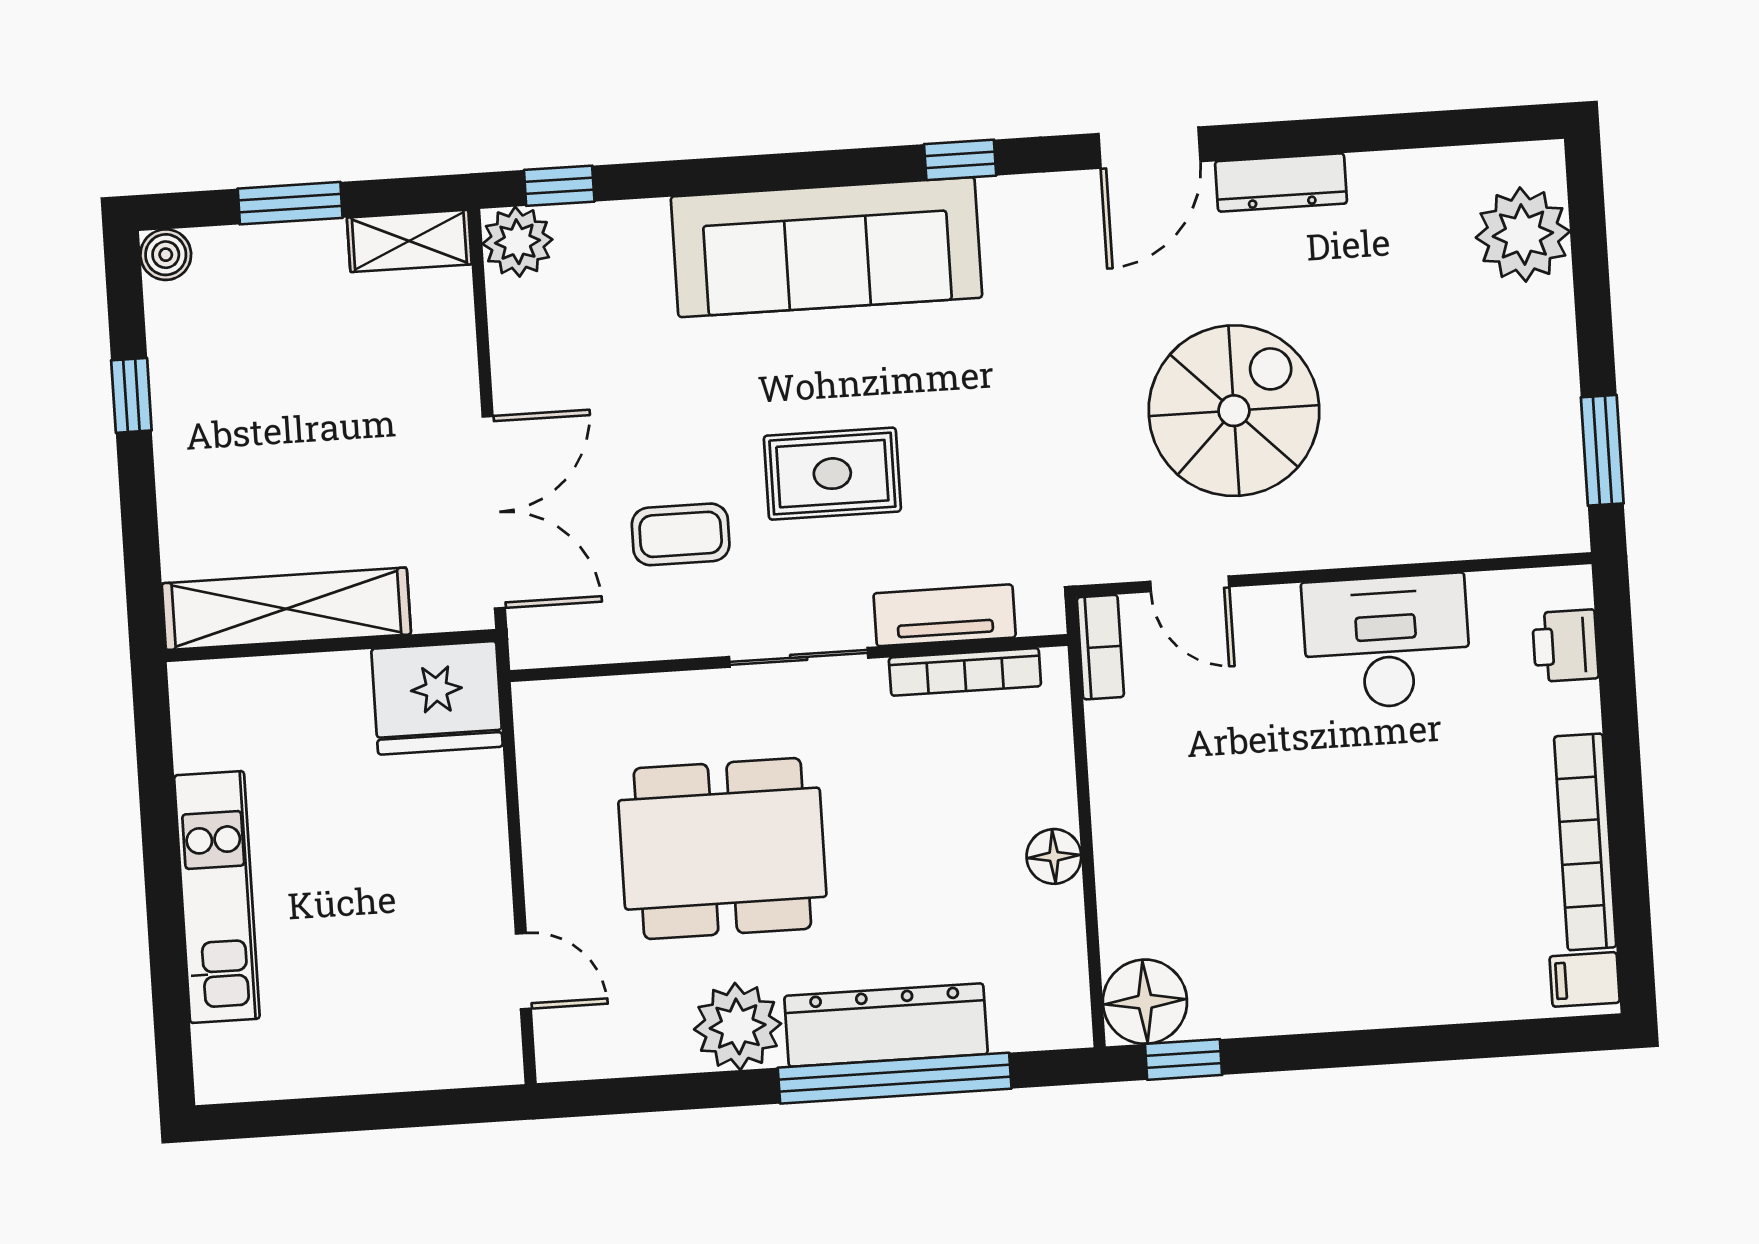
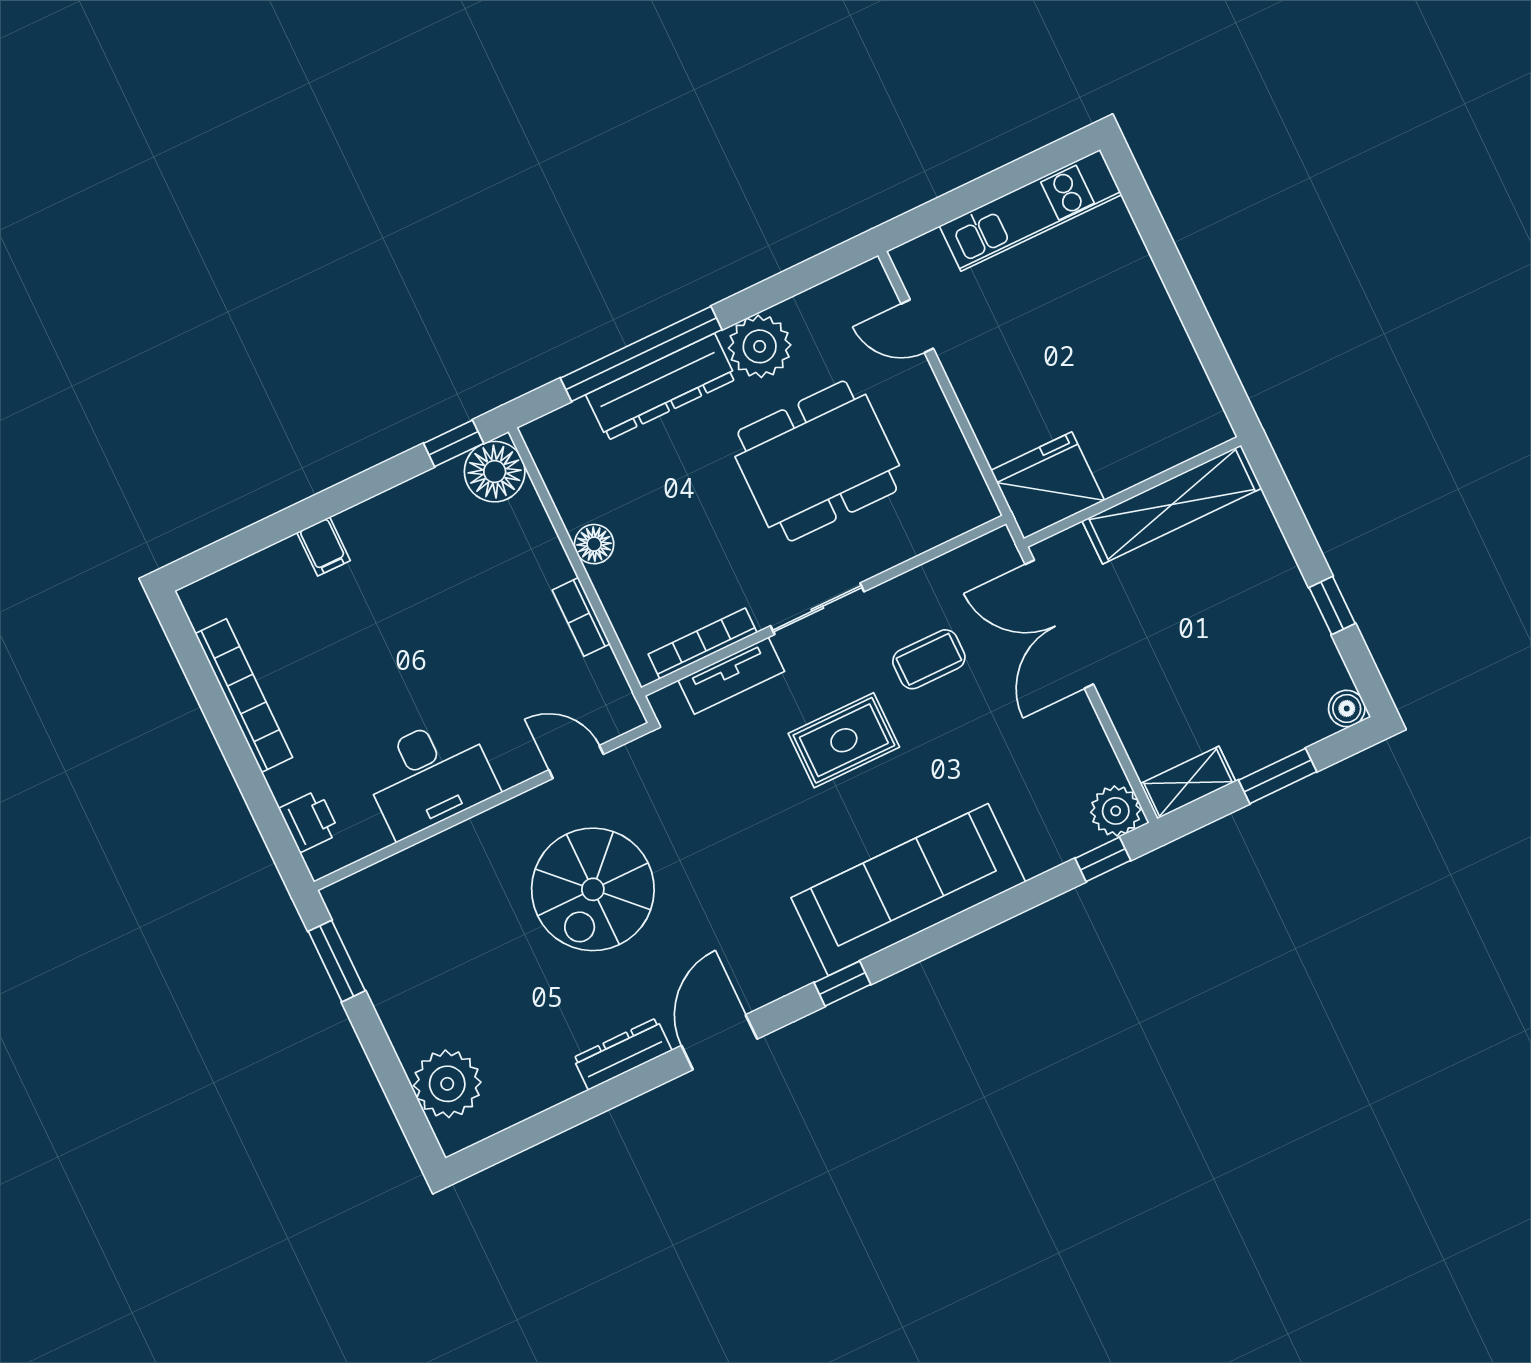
bookcase: (1100, 647) -> (581, 617), moved
kitchen unit: (217, 897) -> (1030, 210), moved, turned -90
filing cabinet: (1585, 979) -> (324, 547), moved, turned 90

